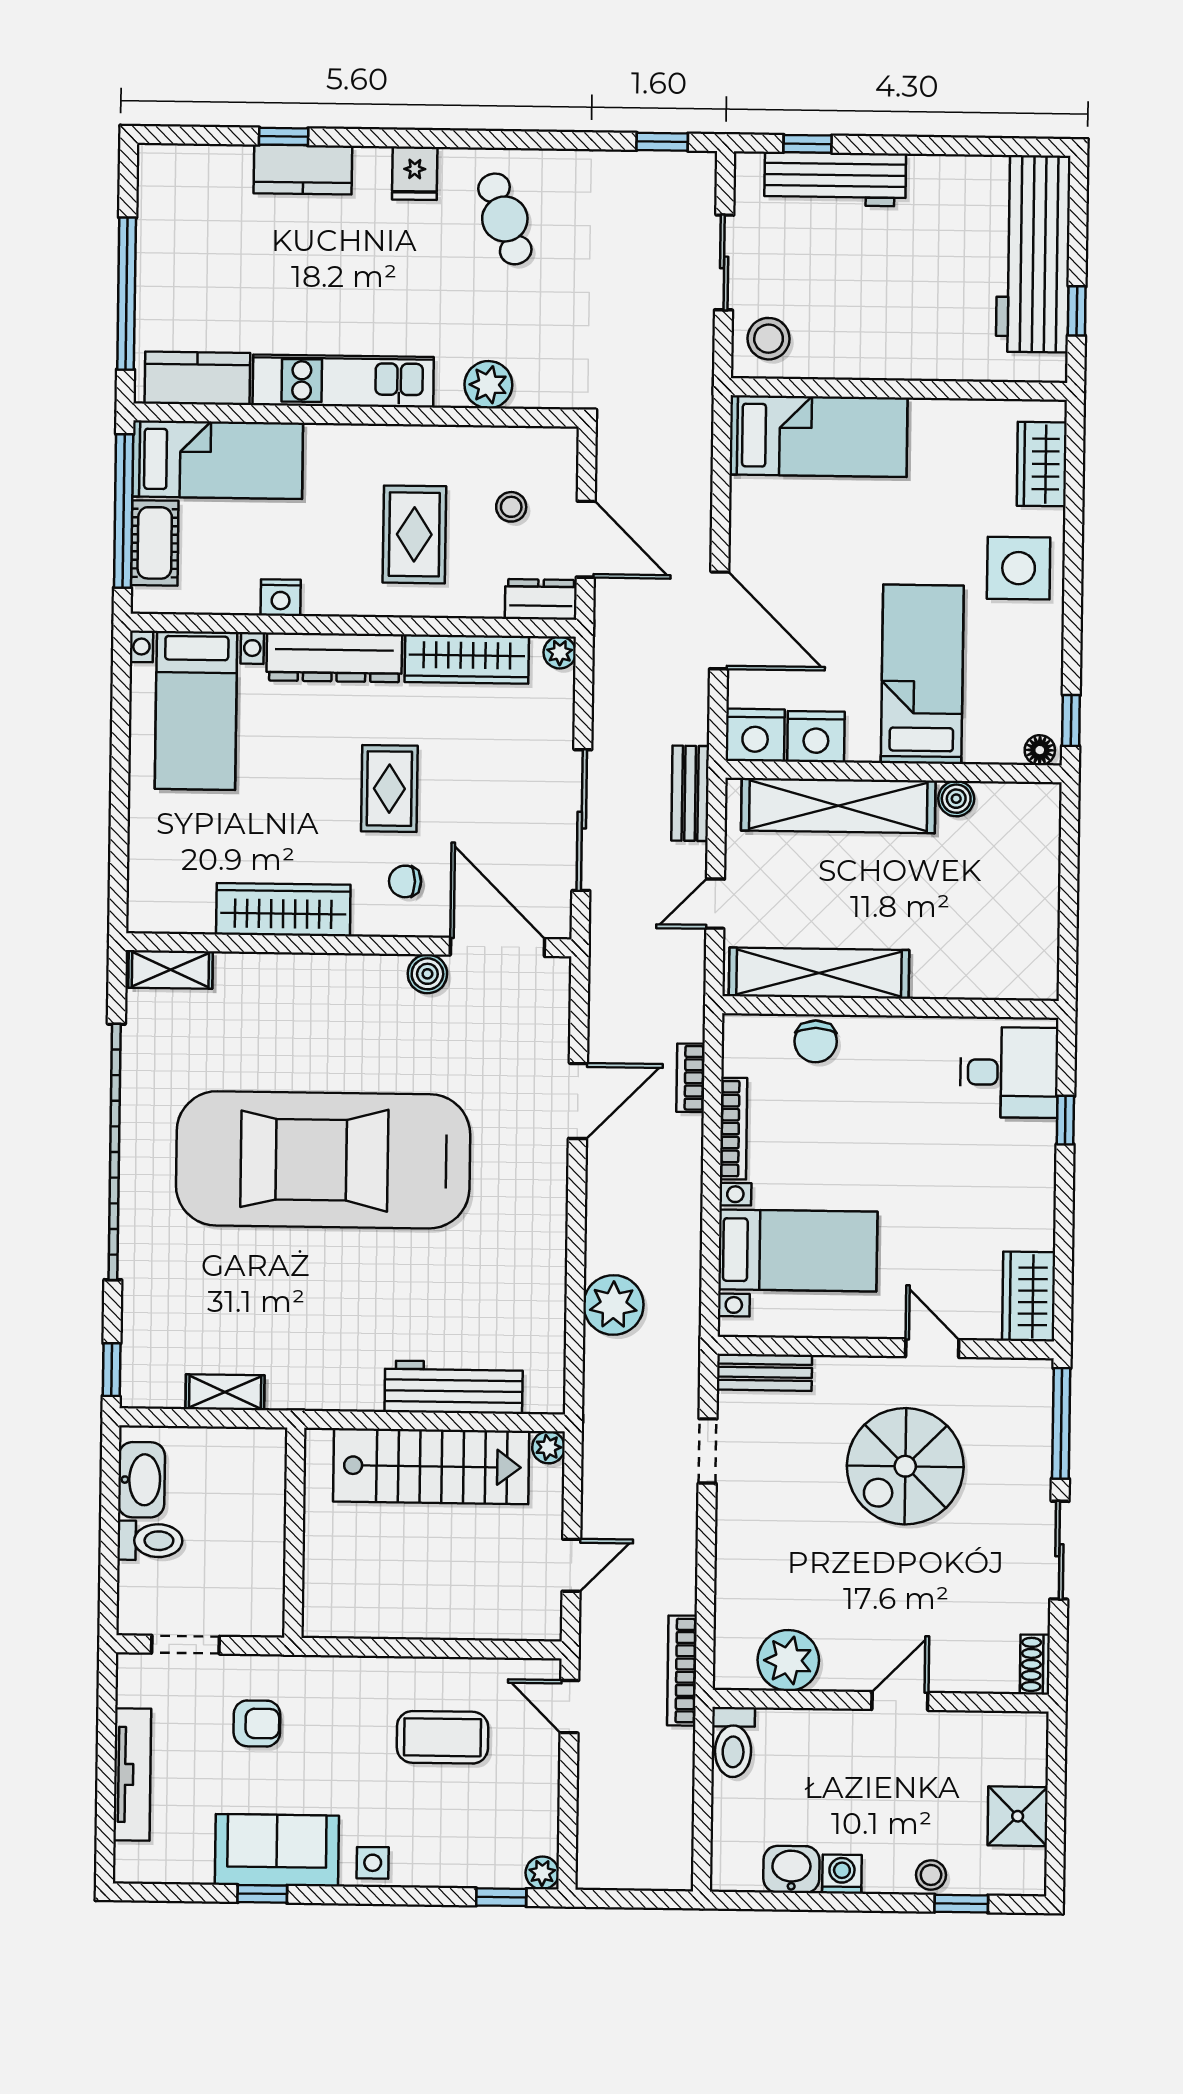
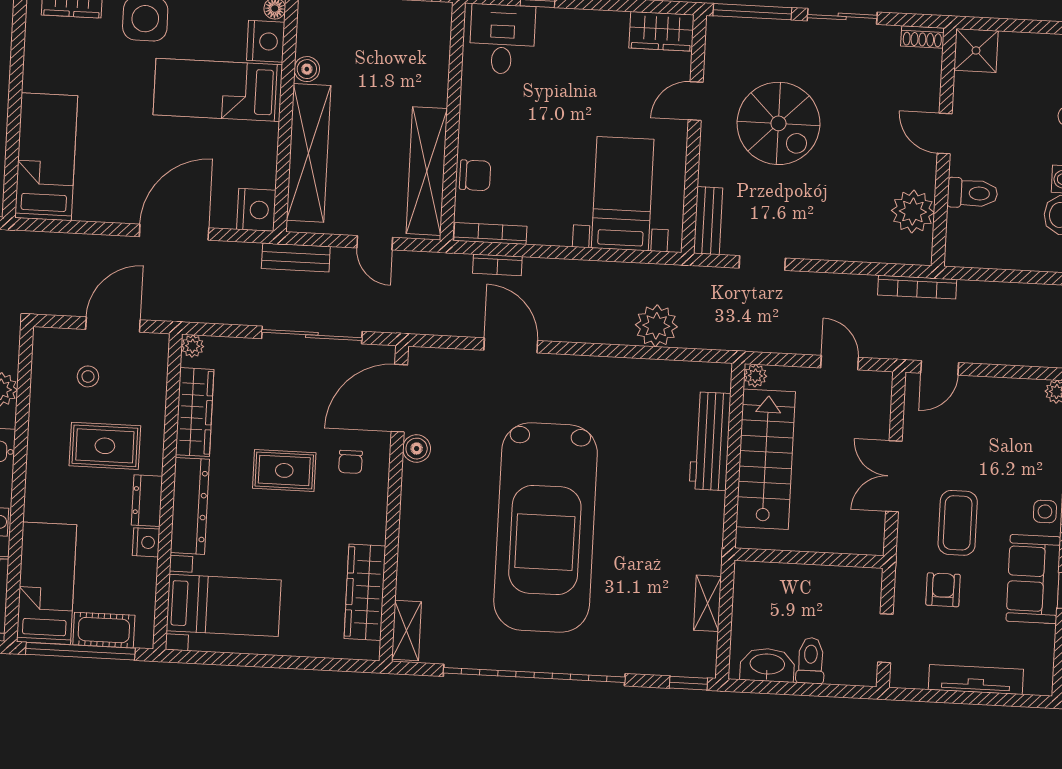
dresser: (541, 599) -> (147, 501), moved
nightstand: (816, 737) -> (266, 41), moved
wardrobe: (283, 910) -> (365, 592), moved
bookcase: (733, 1129) -> (490, 234), moved
double door: (414, 1648) -> (894, 476), added
coffee table: (442, 1737) -> (958, 523), moved
toilet: (733, 1742) -> (972, 193), moved
shower: (1018, 1816) -> (976, 50), moved

